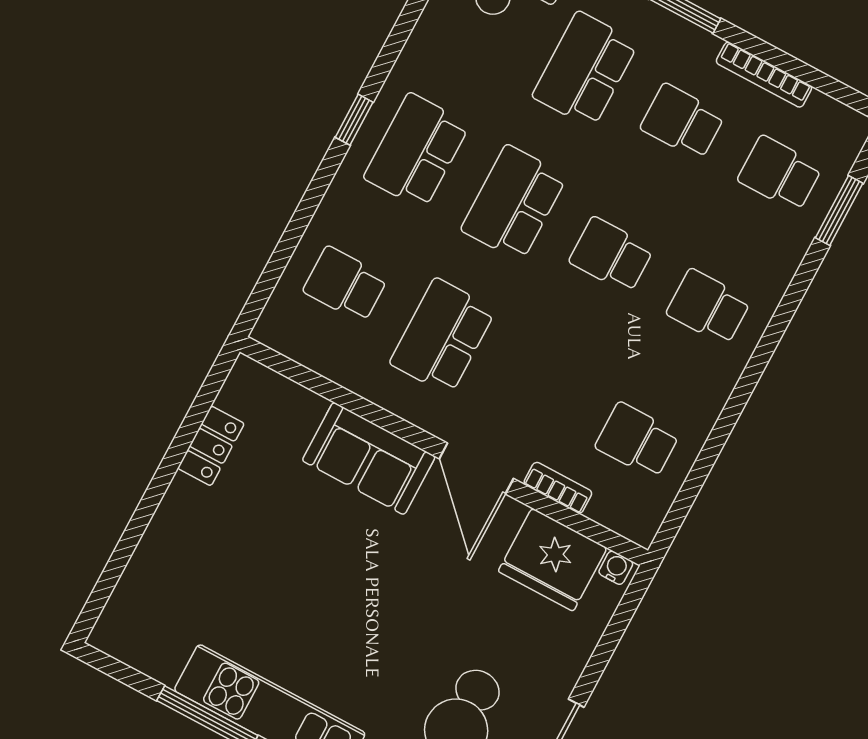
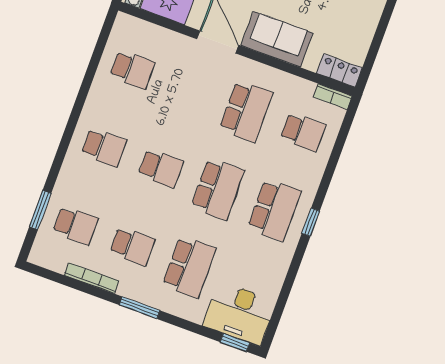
locker: (211, 446) -> (339, 71), moved, turned 90
bookcase: (558, 488) -> (333, 97), moved

